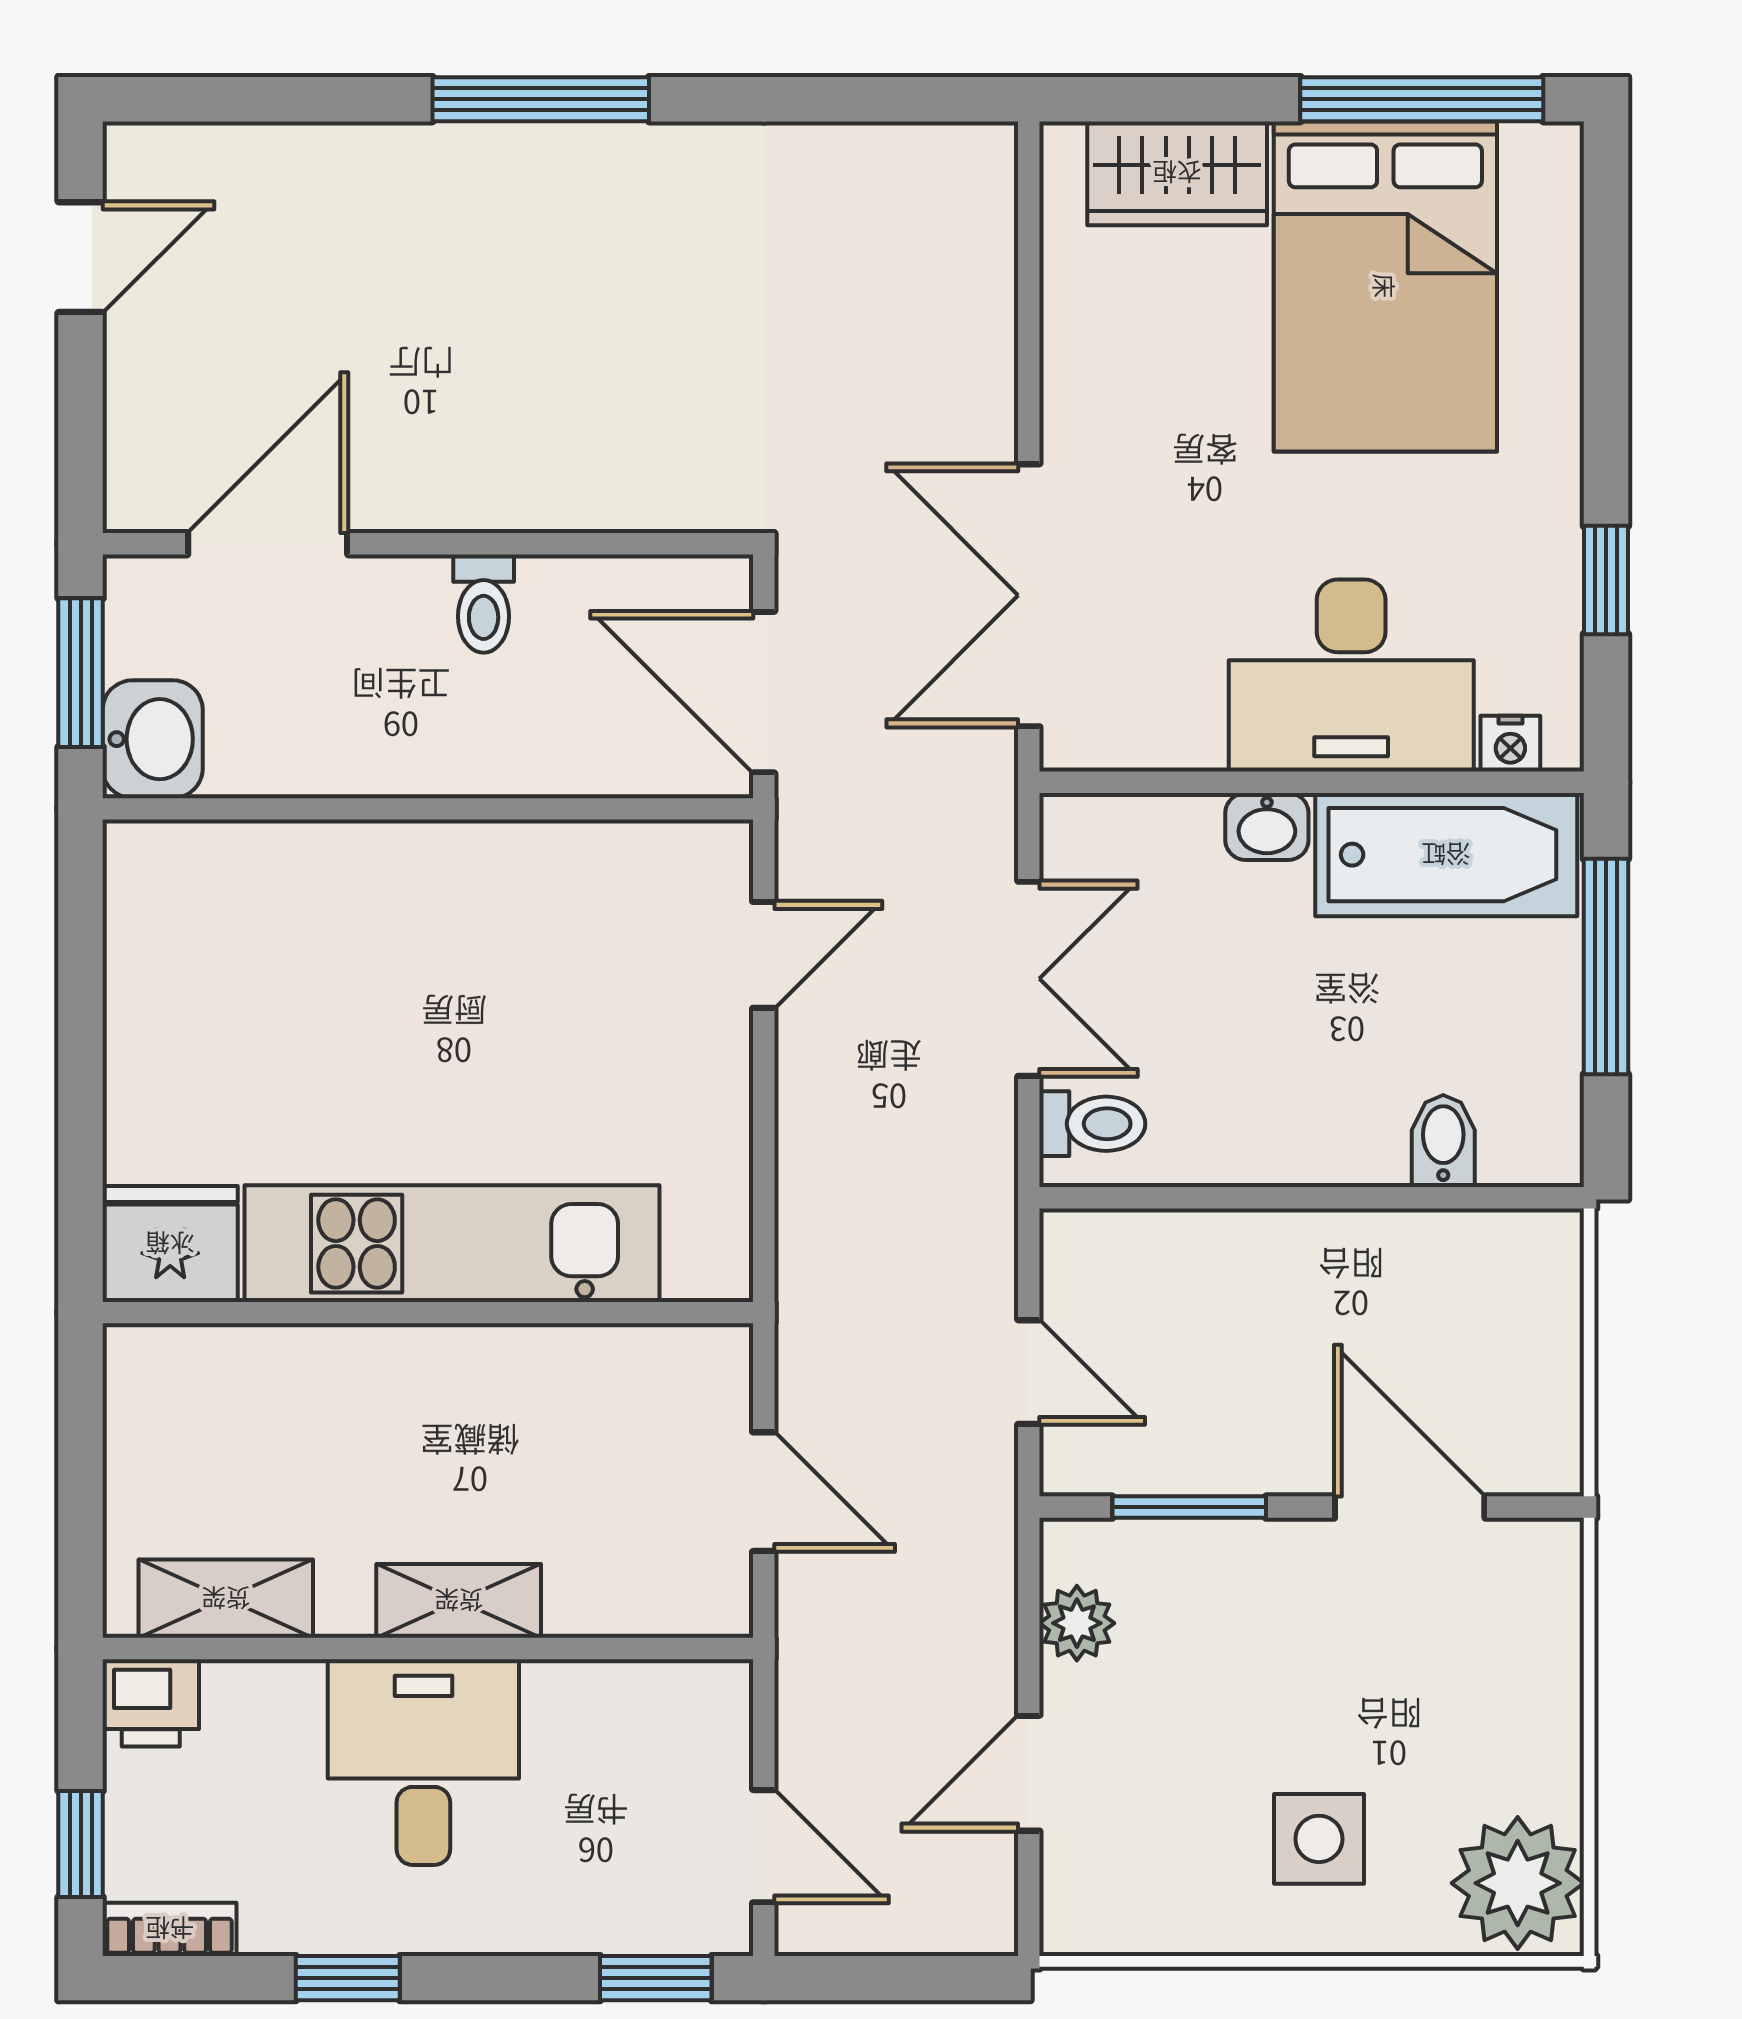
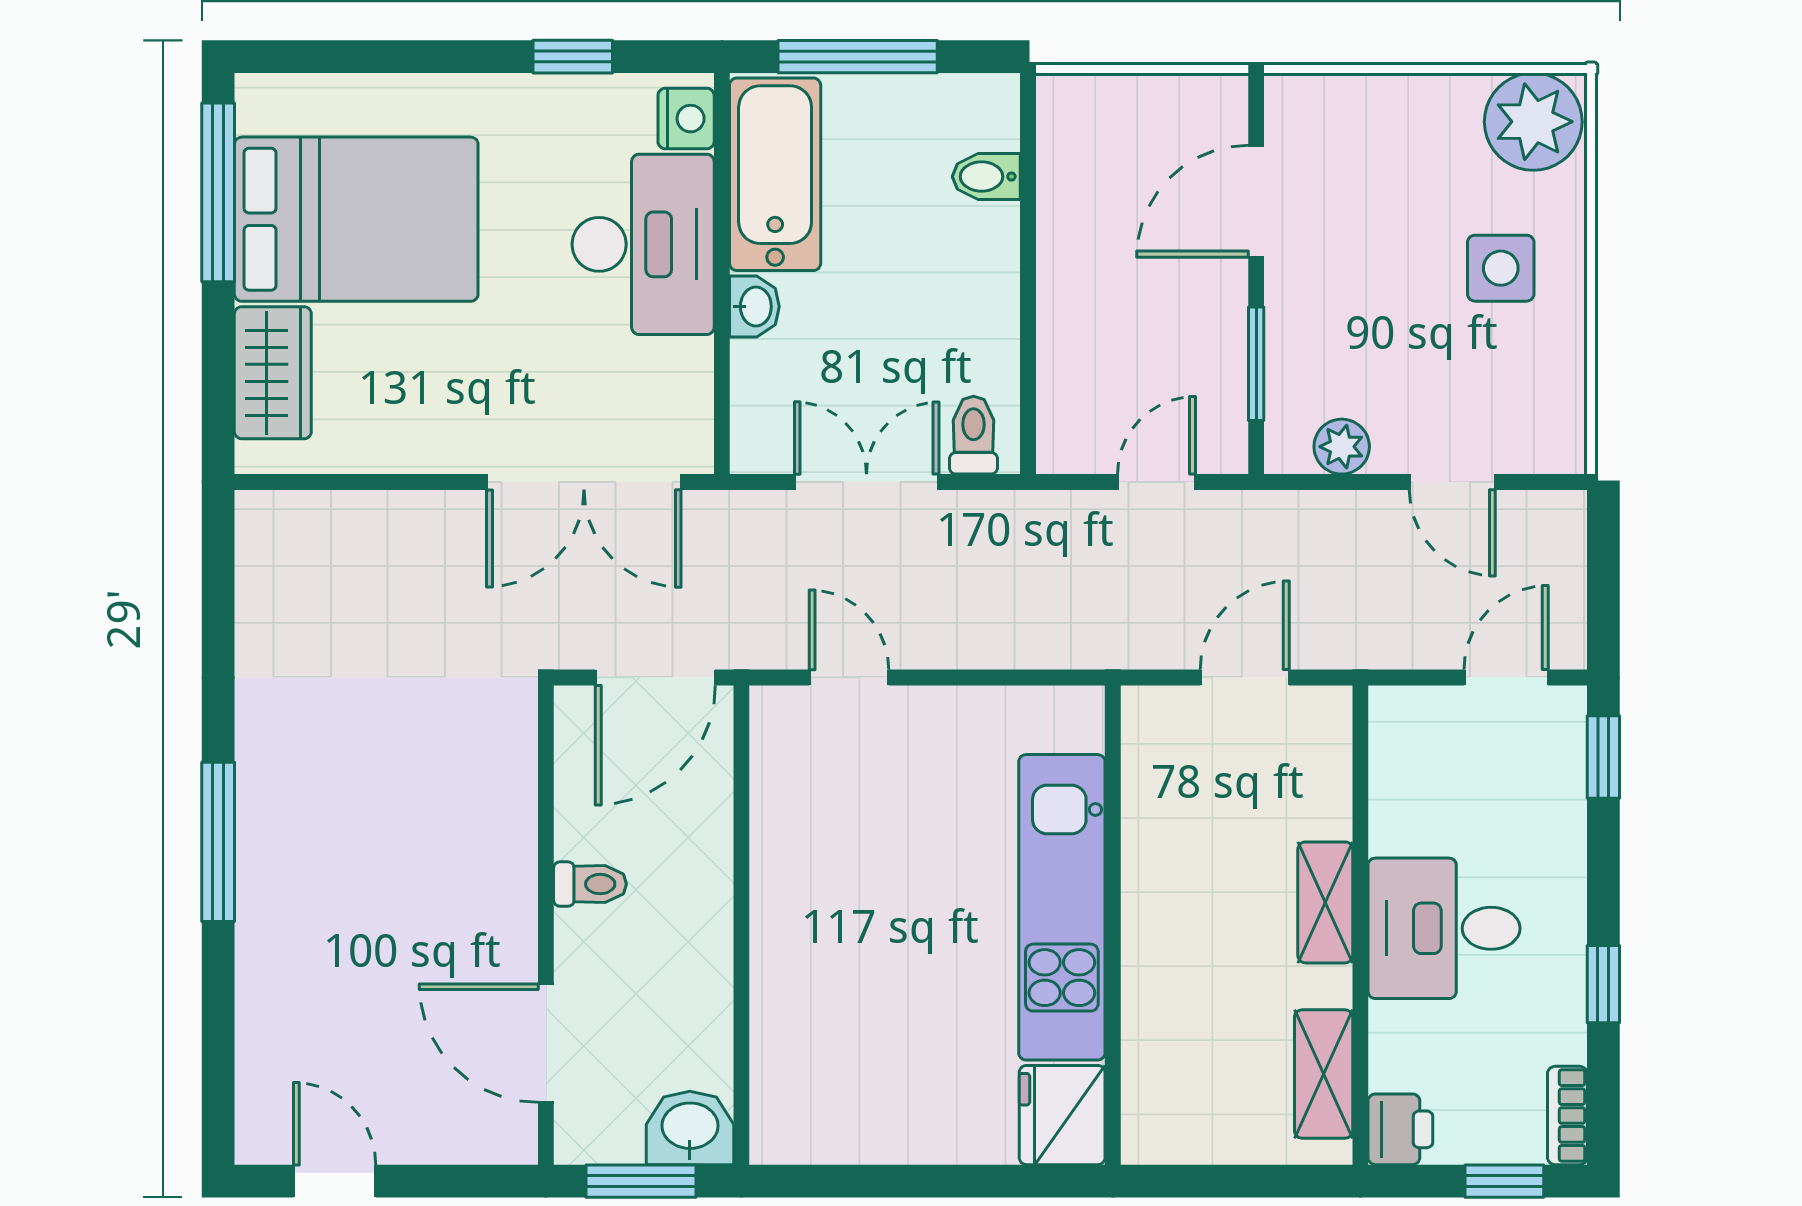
nightstand: (1510, 744) -> (686, 119), width x1.39, depth x1.35

